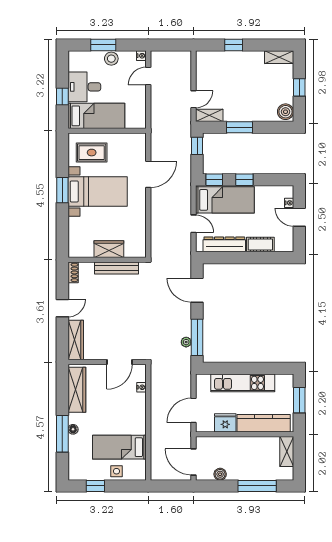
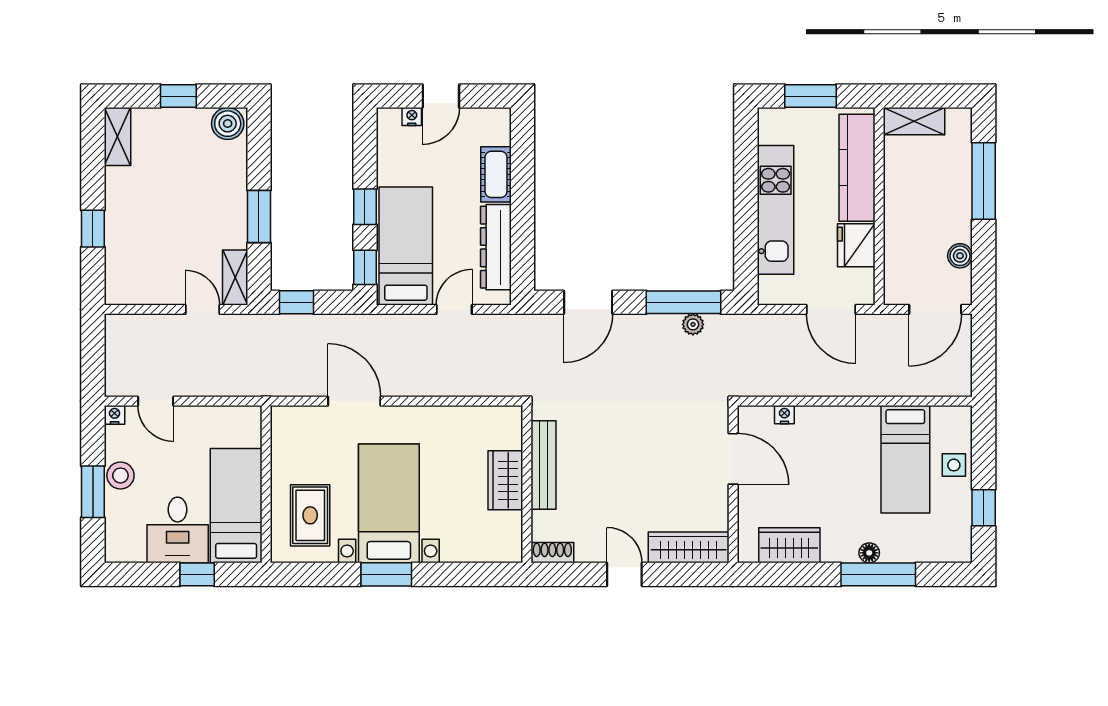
wardrobe: (77, 390) -> (789, 545), width x0.67

